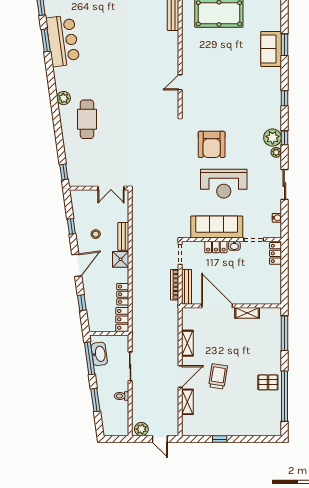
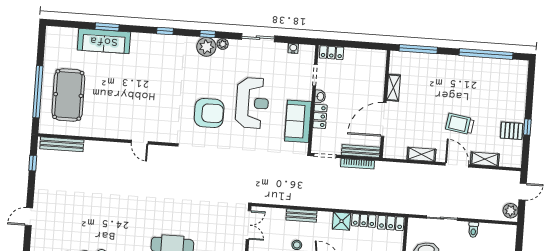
sofa: (271, 49) -> (104, 41), width x1.36
sofa: (217, 227) -> (298, 121), width x0.73
shower: (121, 259) -> (341, 221), moved
pallet: (268, 382) -> (512, 131), moved, turned 90

